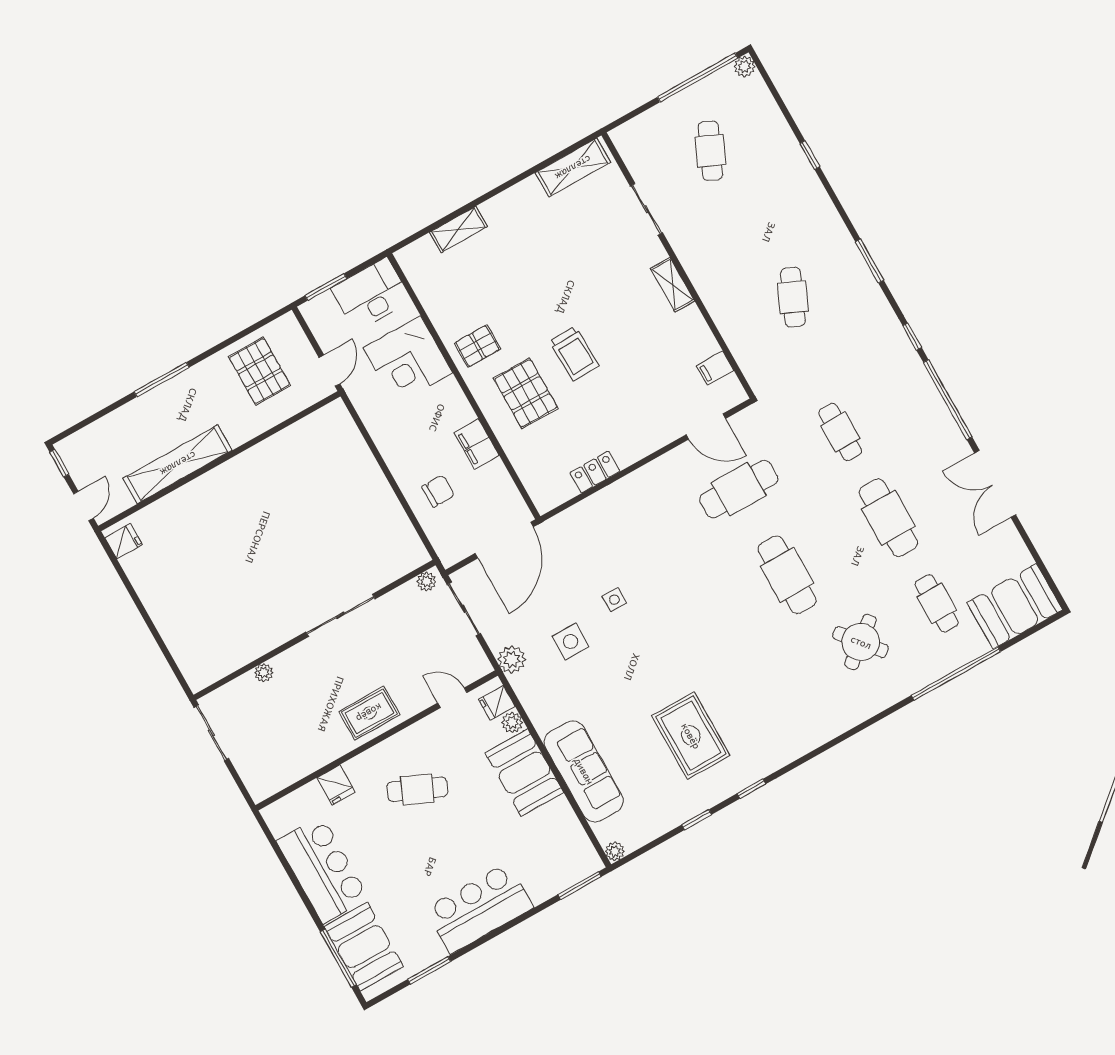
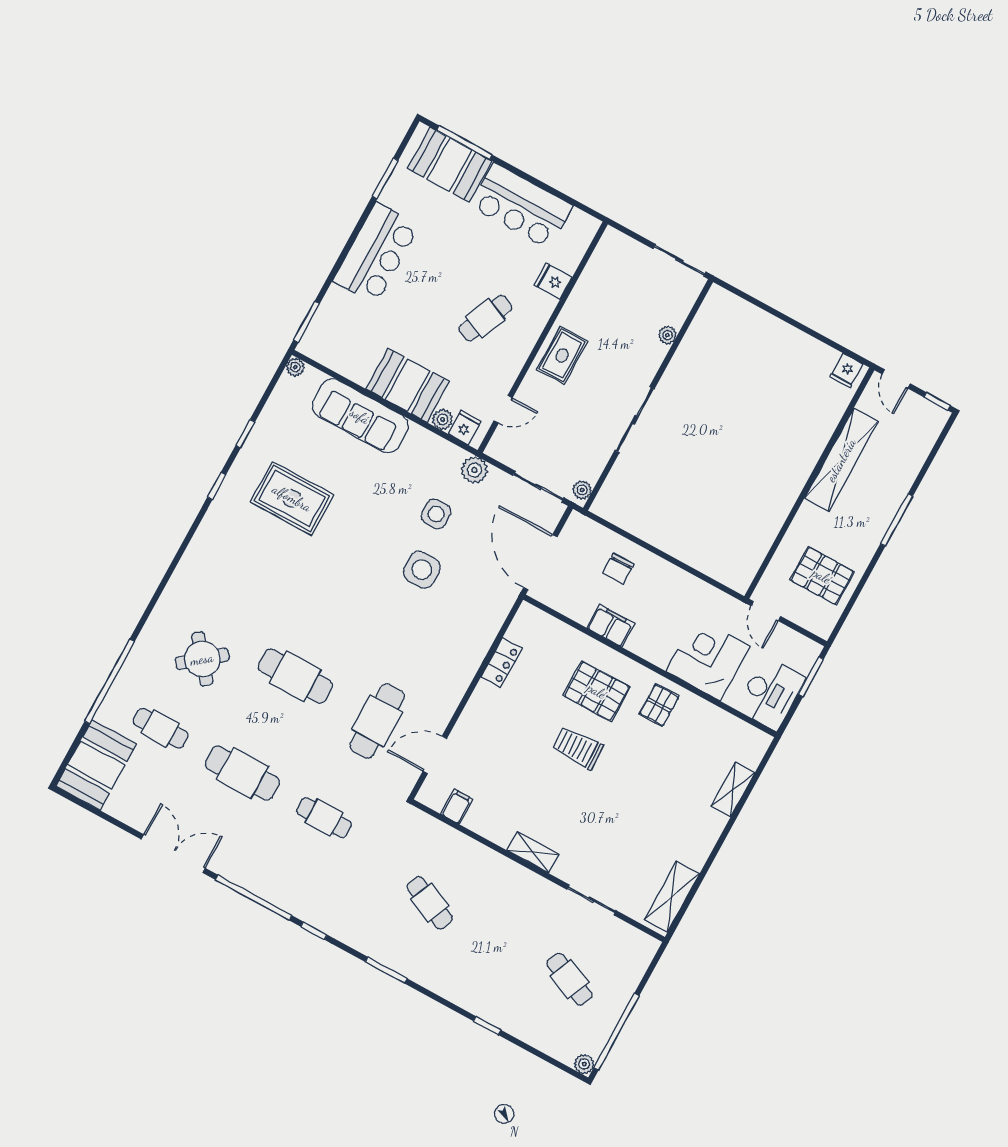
side table: (614, 600) -> (422, 570), width x1.87, depth x1.87

